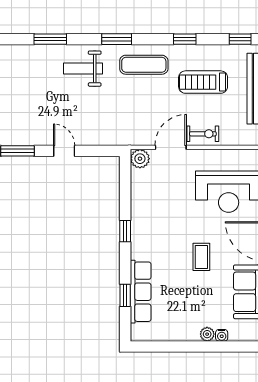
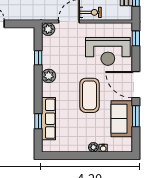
plant: (141, 228) -> (49, 76), added
window: (125, 231) -> (38, 58), moved
coffee table: (201, 257) -> (89, 95), width x1.86, depth x1.72

